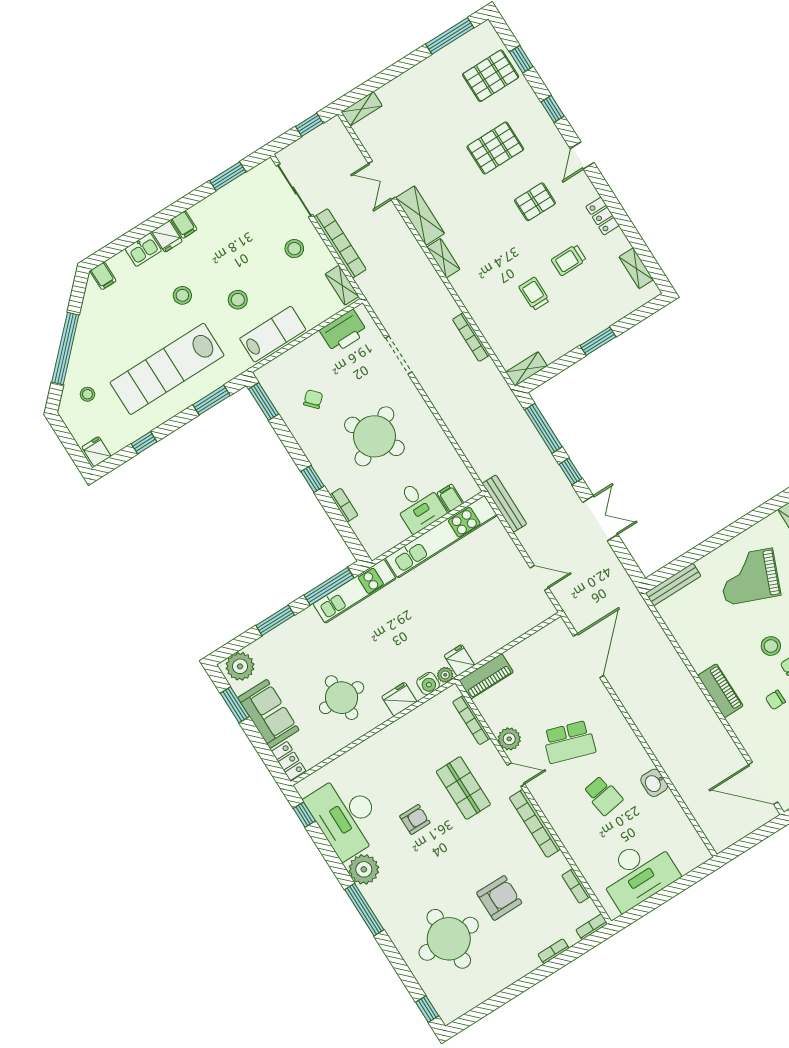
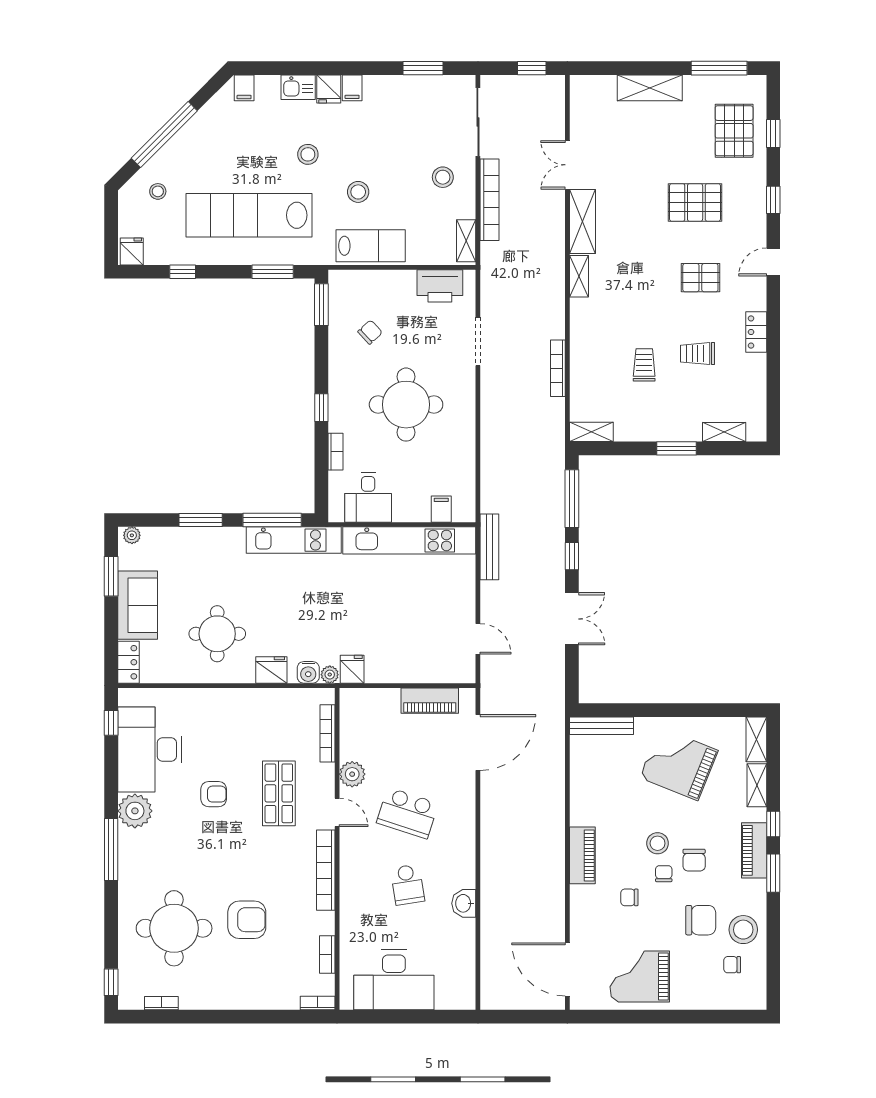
pallet: (491, 76) -> (734, 131), turned 90
shelving: (362, 109) -> (650, 88), moved, width x1.50, depth x1.33
shelving: (636, 268) -> (724, 432), moved, turned 90
round table: (374, 436) -> (406, 405), turned 30
desk: (419, 506) -> (368, 497), moved
plant: (240, 666) -> (132, 535), width x0.53, depth x0.53
piano: (486, 676) -> (430, 701), moved
bookcase: (553, 951) -> (161, 1003), moved

